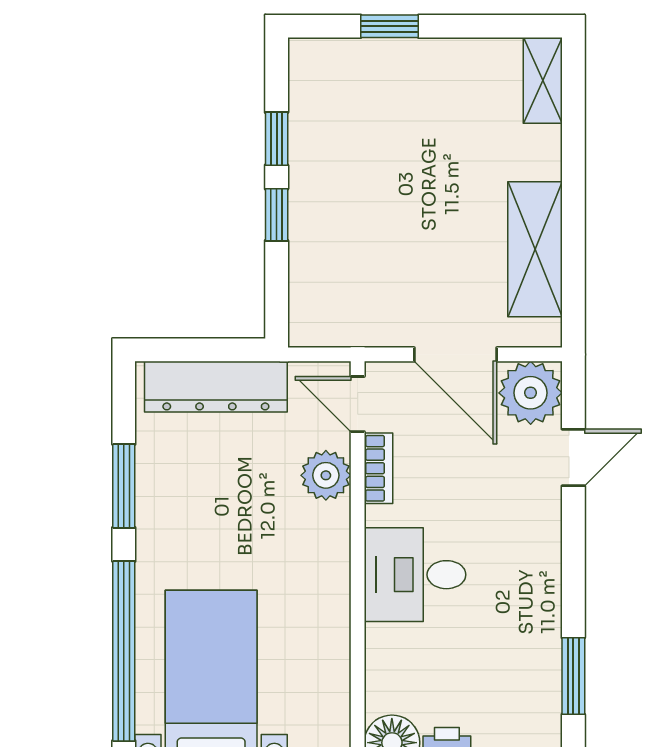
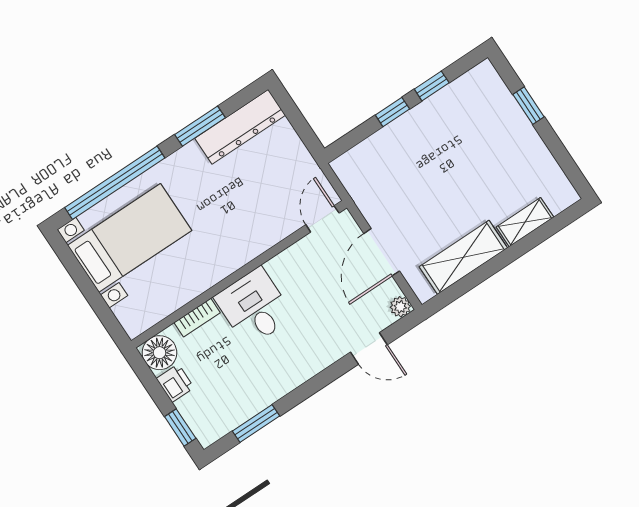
shelving: (543, 80) -> (525, 222), moved
dresser: (216, 387) -> (240, 127), moved, turned -90
plant: (531, 393) -> (400, 307), width x0.53, depth x0.53
bookcase: (378, 468) -> (197, 318), moved
plant: (326, 475) -> (275, 227), removed

